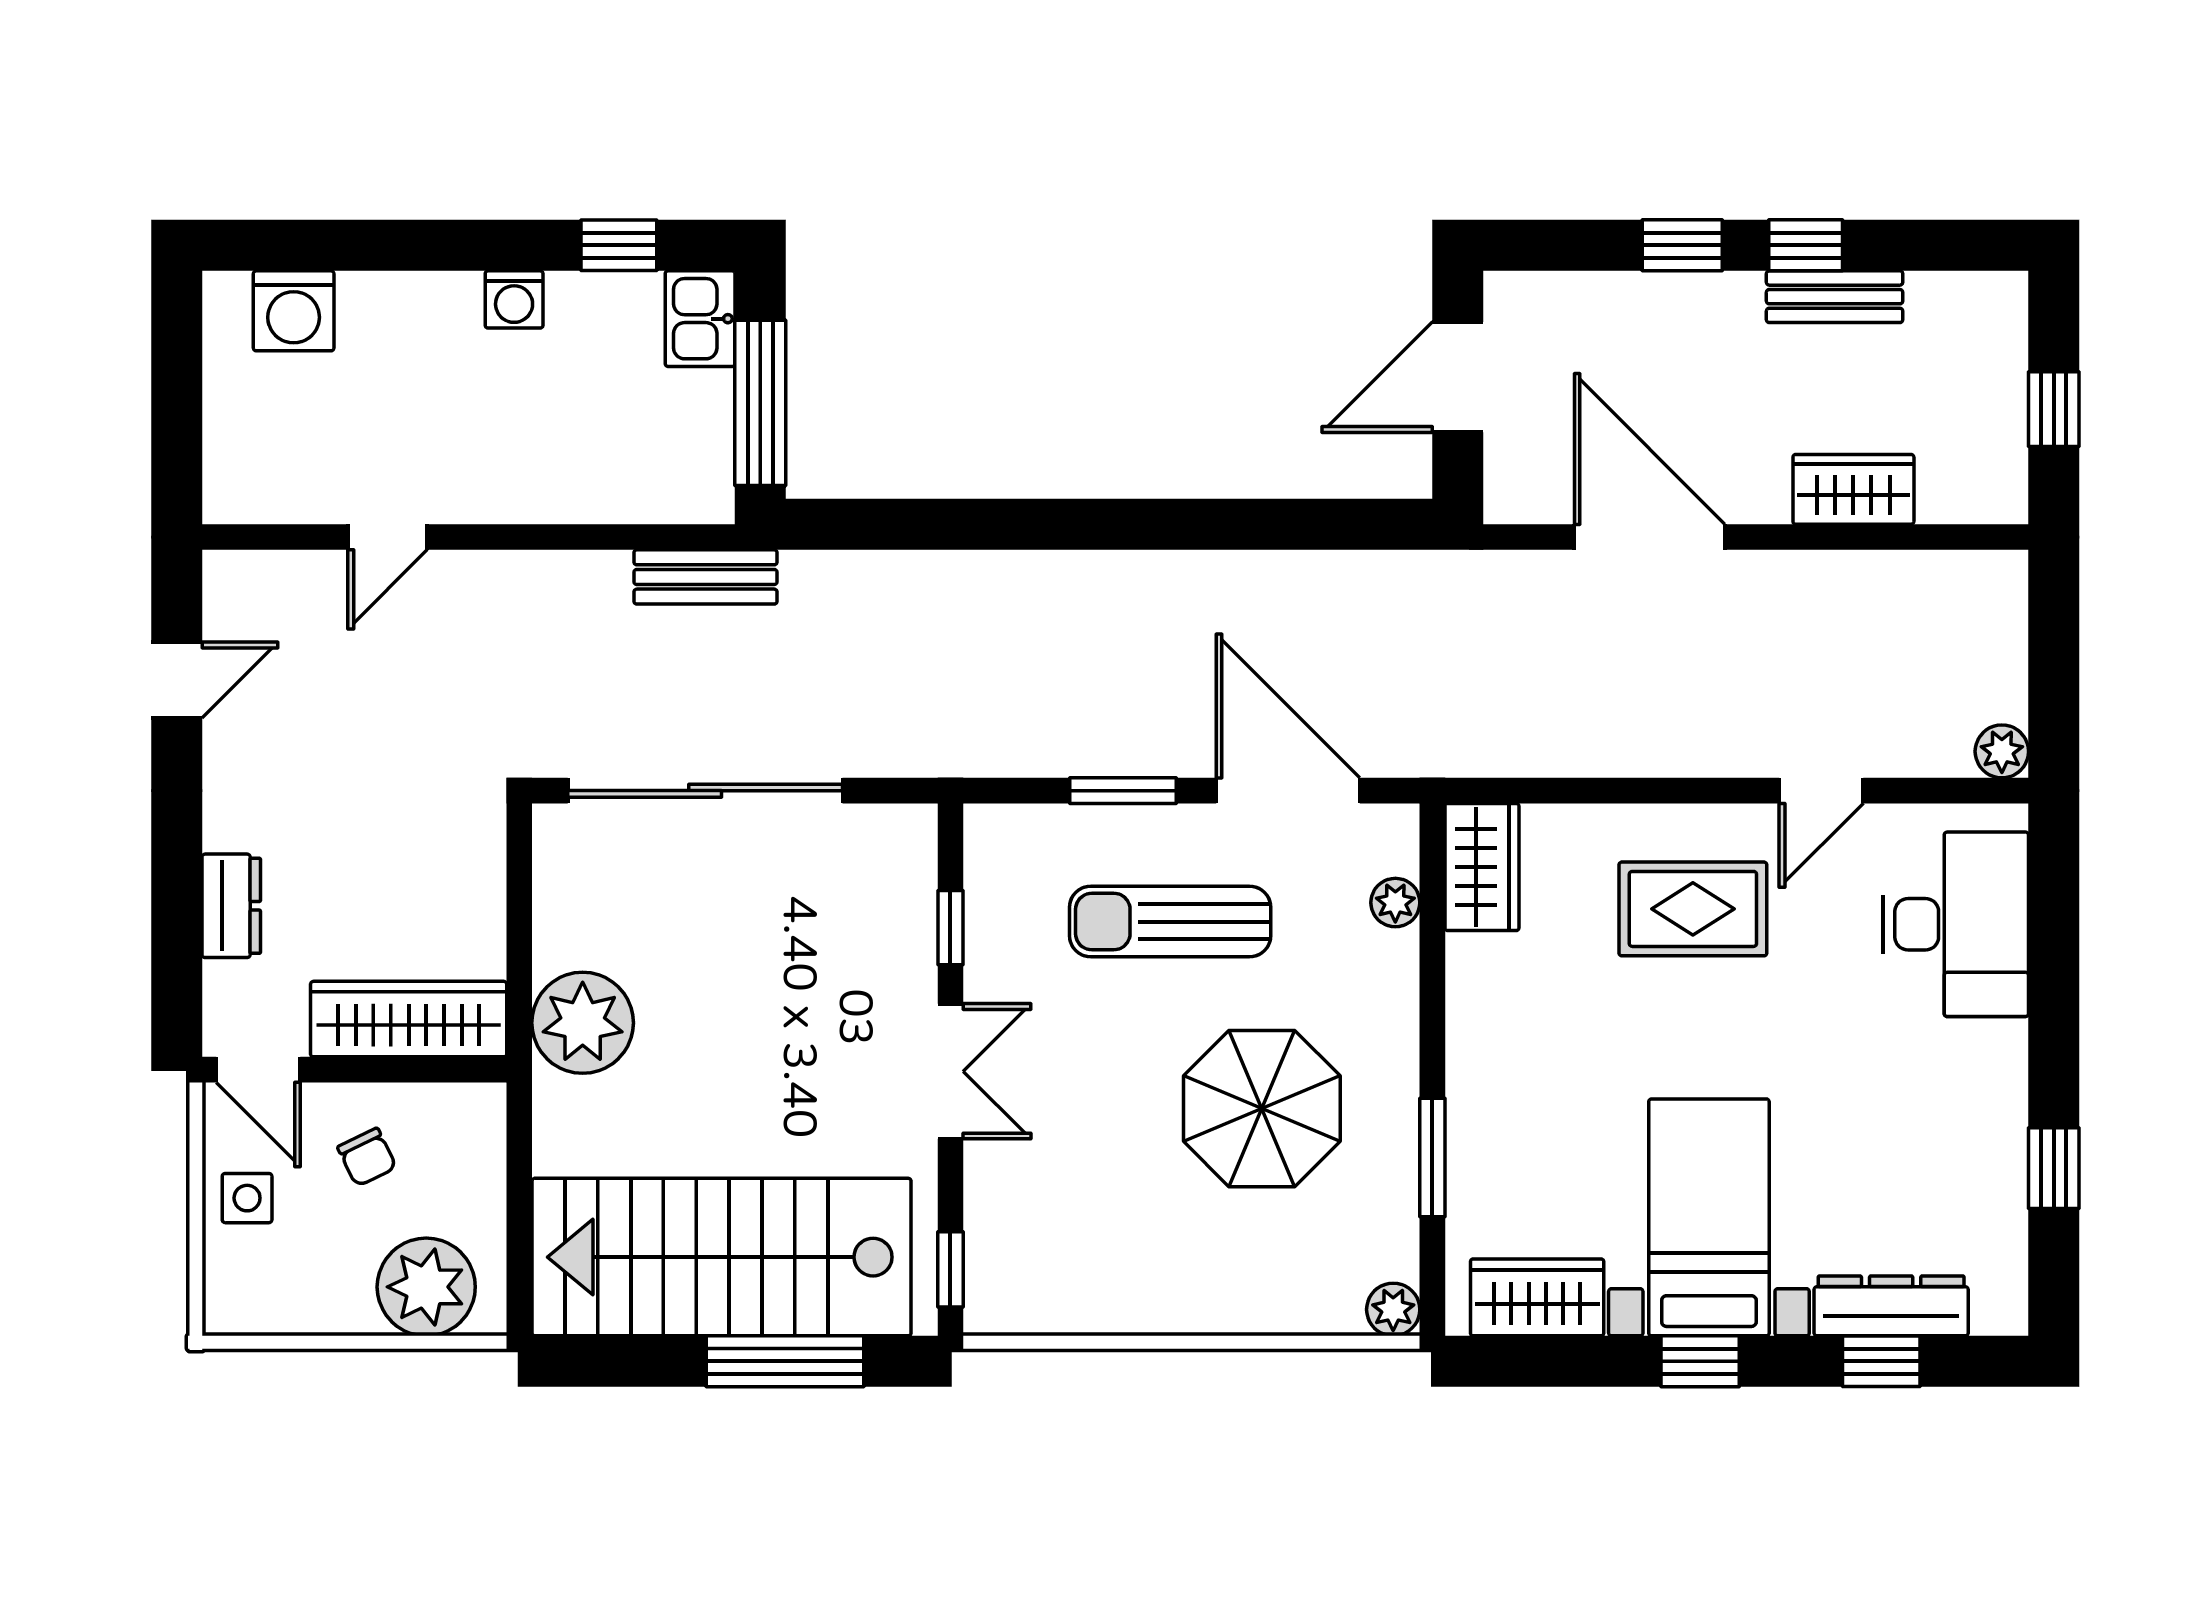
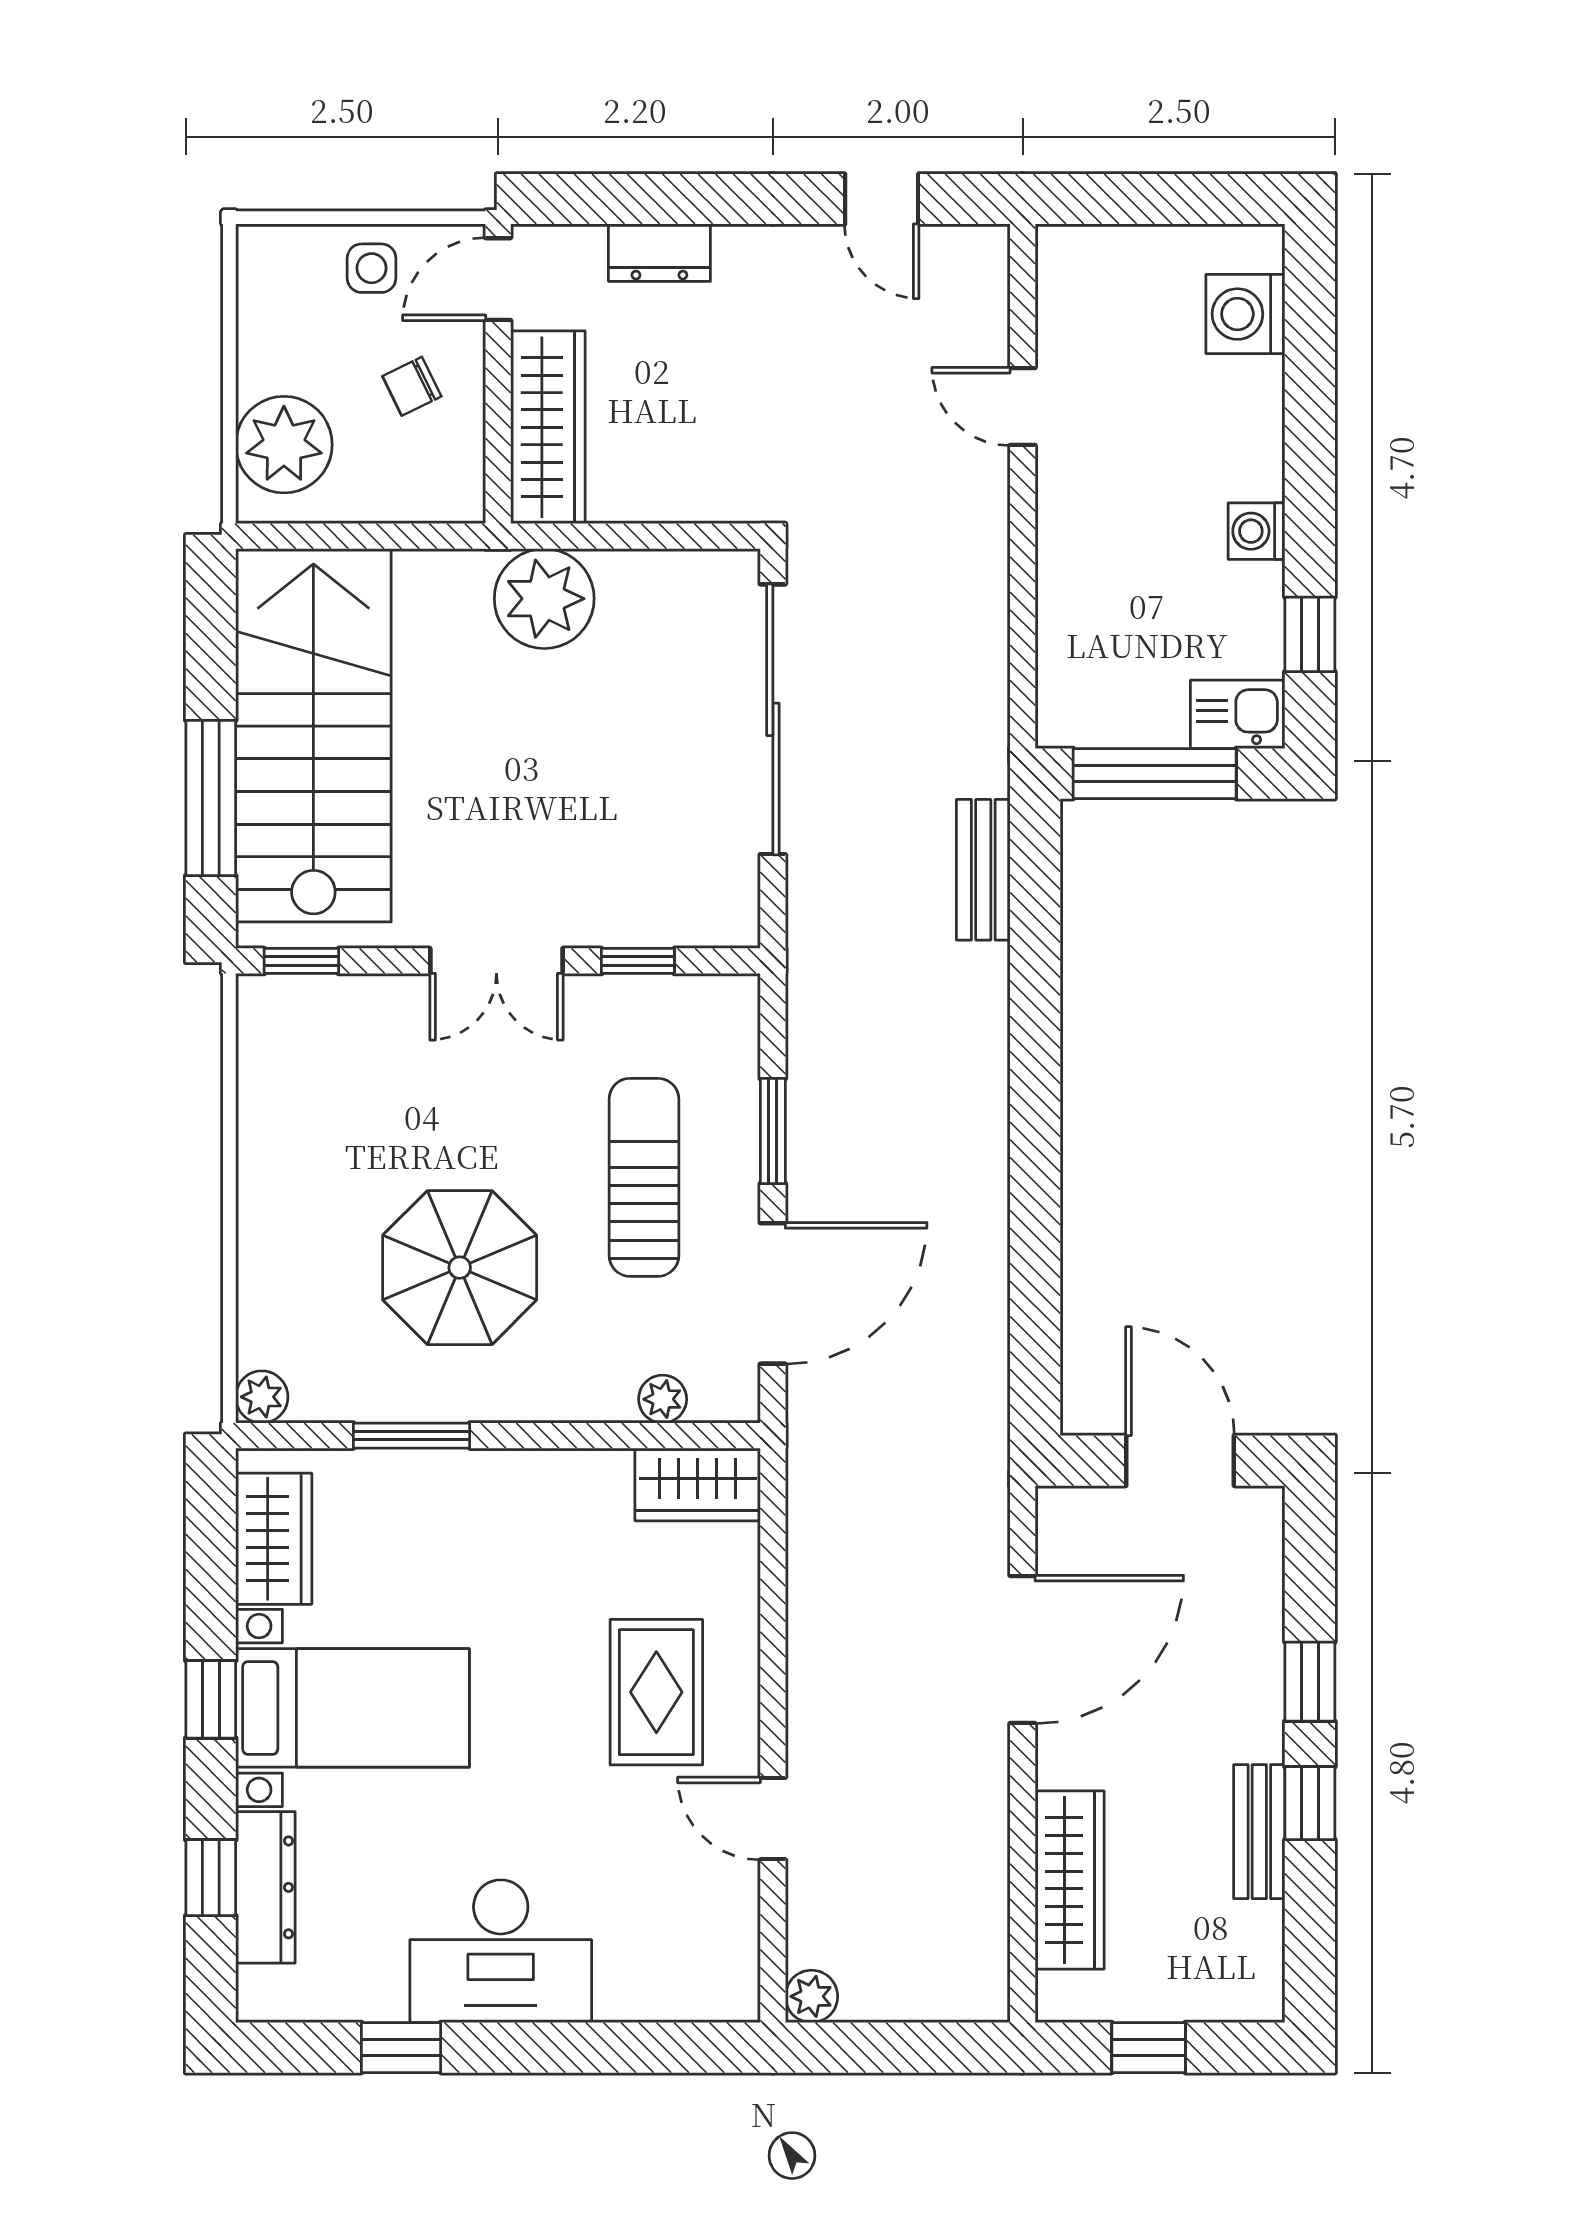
wardrobe: (1853, 489) -> (1070, 1880), width x1.50
bench: (706, 577) -> (983, 870), moved
desk: (1956, 924) -> (501, 1951), moved

